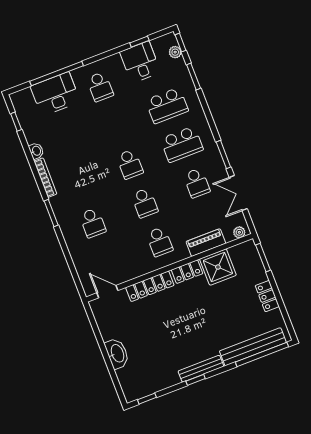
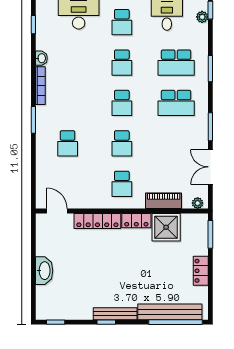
window: (194, 77) -> (210, 69), moved
school desk: (197, 183) -> (122, 63), moved

